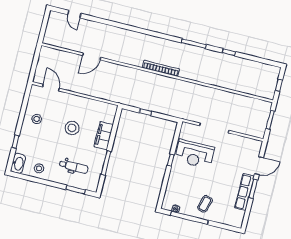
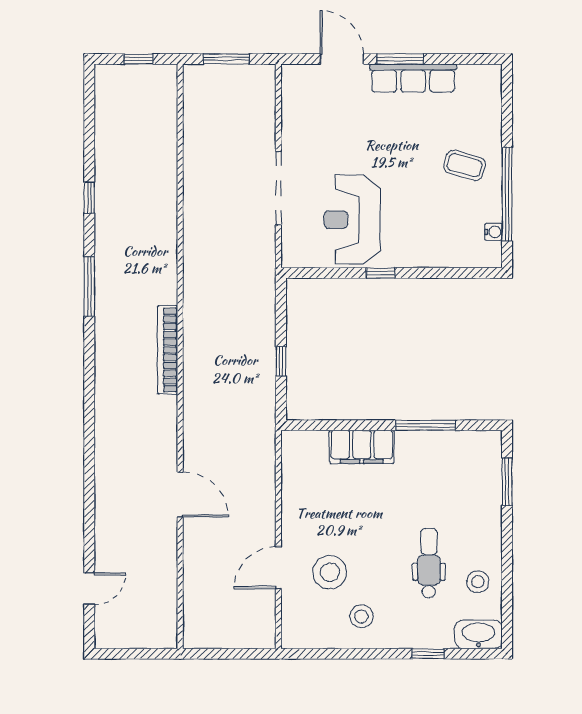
door: (92, 56) -> (180, 495), moved
door: (51, 88) -> (278, 568), moved
stool: (72, 128) -> (330, 572), moved
reception desk: (194, 154) -> (352, 220), turned 180
dental chair: (74, 167) -> (429, 563), moved

